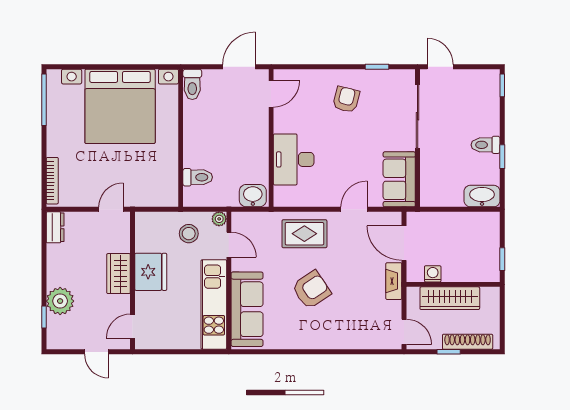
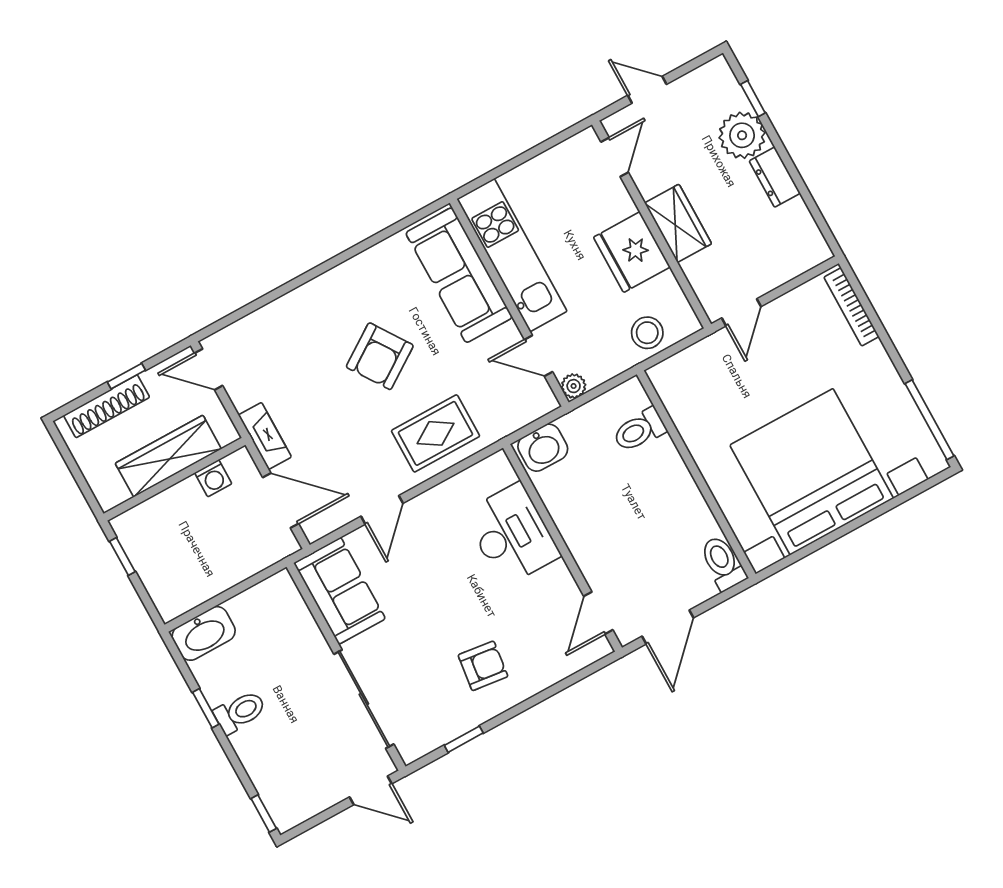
armchair: (346, 99) -> (483, 666), turned -97
dresser: (55, 227) -> (775, 177), moved
stool: (189, 234) -> (647, 333), moved

